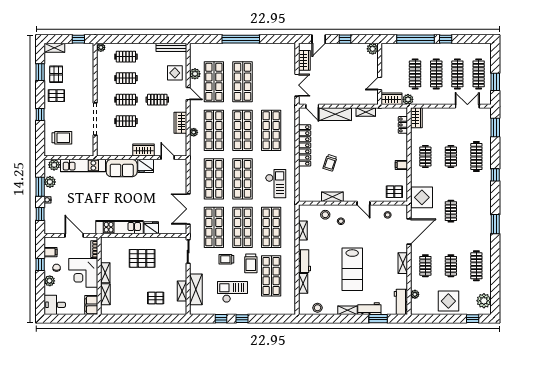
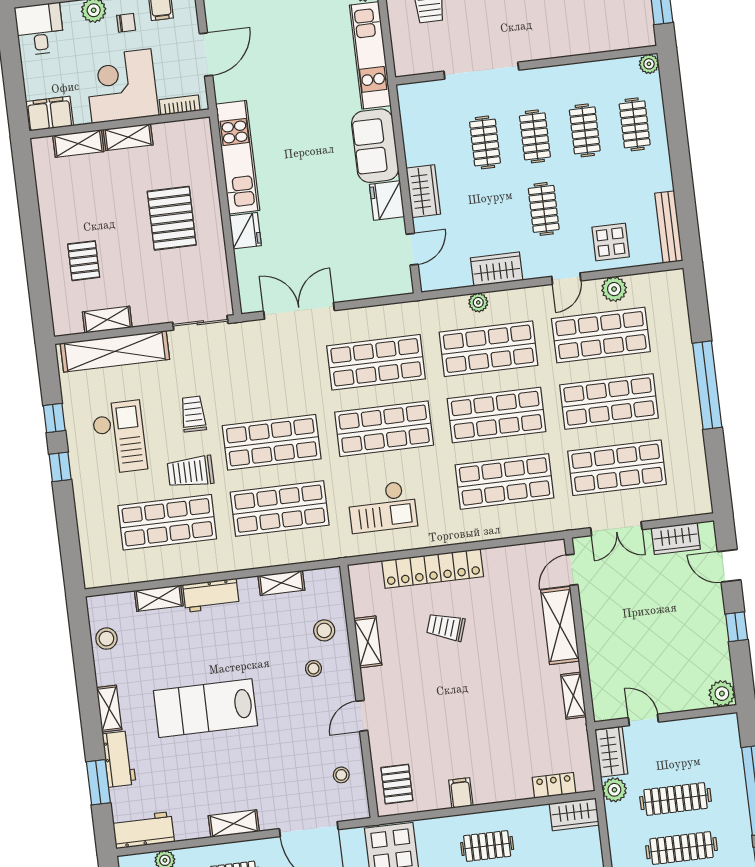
locker: (305, 145) -> (433, 569), moved
shop shelf: (214, 227) -> (617, 468), moved
shelving: (196, 289) -> (115, 351), width x1.47

